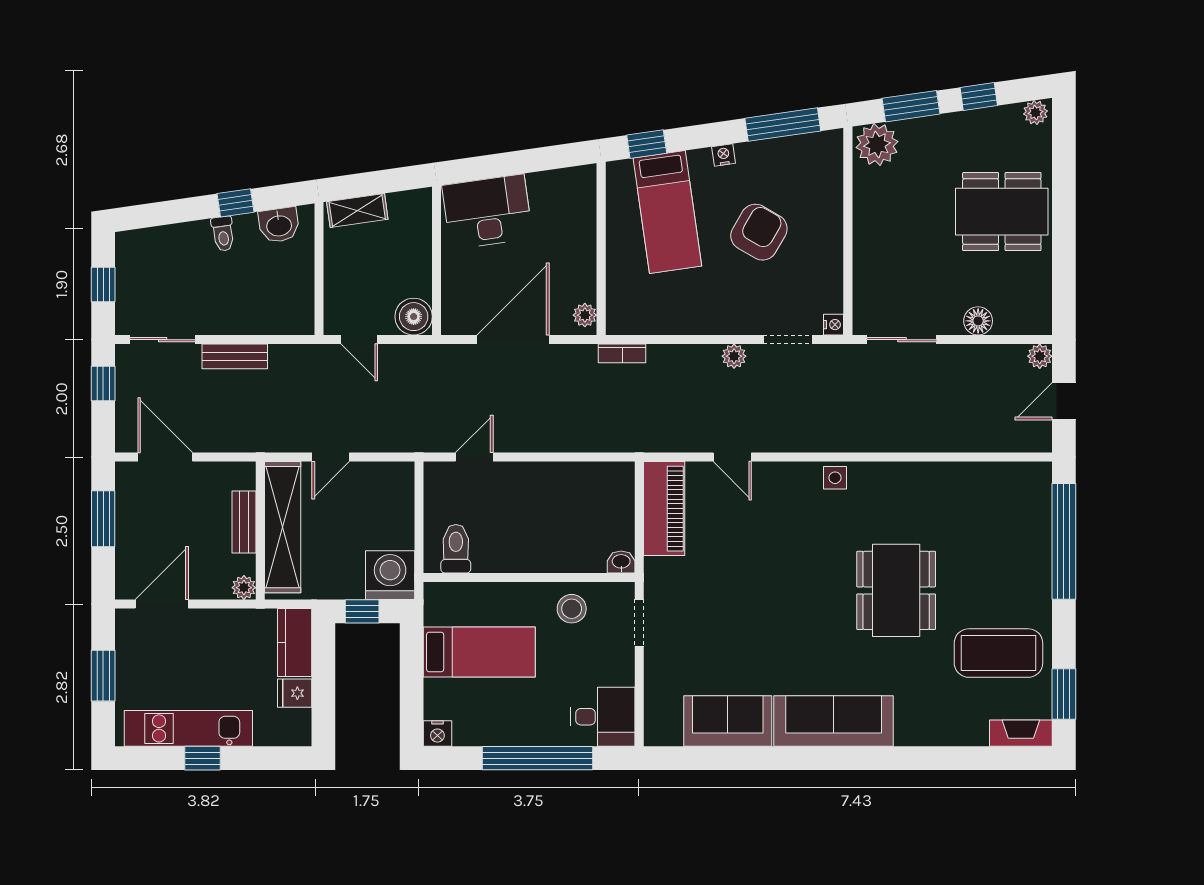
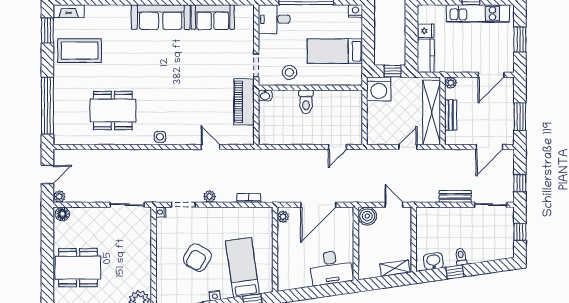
floor lamp: (978, 321) -> (62, 214), moved
bookcase: (622, 353) -> (249, 198), moved
door: (165, 457) -> (489, 147), hinge flipped
piano: (664, 509) -> (244, 102), moved
toilet: (456, 549) -> (306, 102), moved
dining table: (896, 590) -> (113, 111), moved, turned 90

